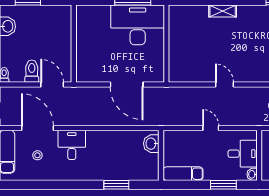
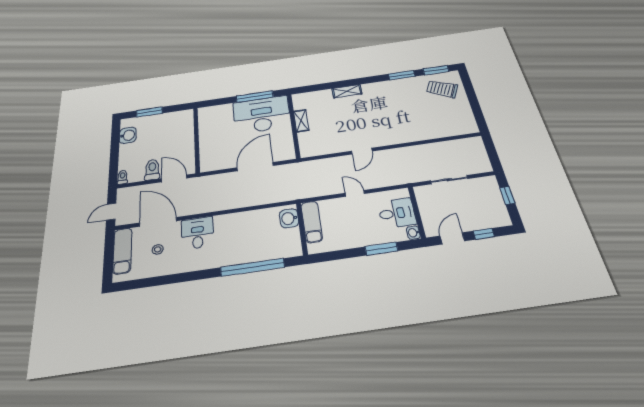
shelving: (174, 39) -> (301, 121), added
door: (127, 85) -> (255, 167), swing flipped
door: (225, 85) -> (362, 151), swing flipped
exam couch: (183, 174) -> (312, 222), moved, turned 90
window: (116, 185) -> (252, 267), width x2.11

